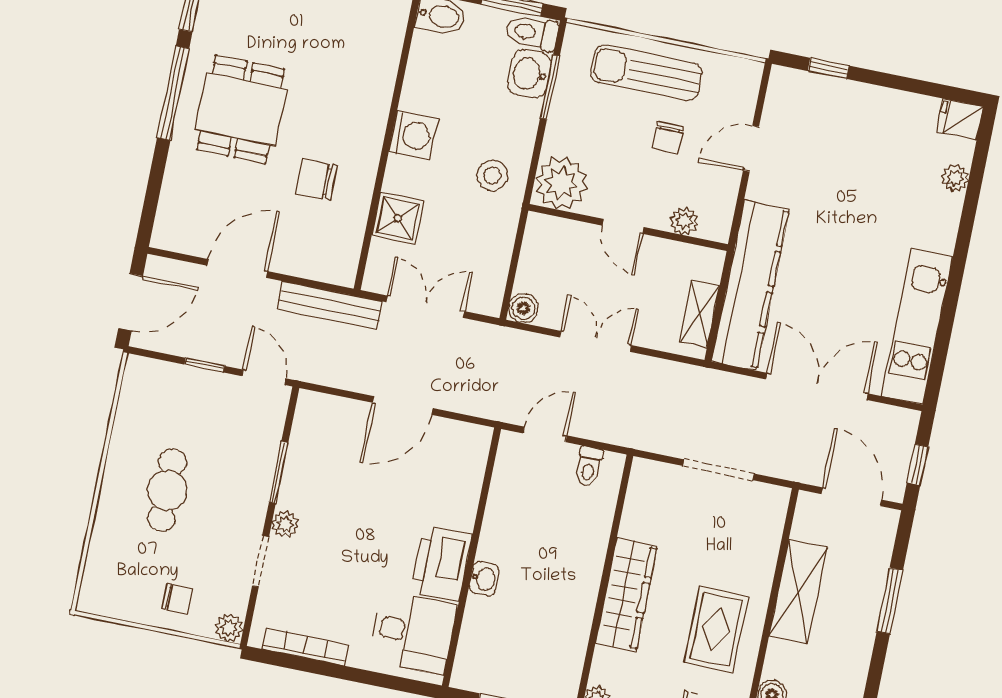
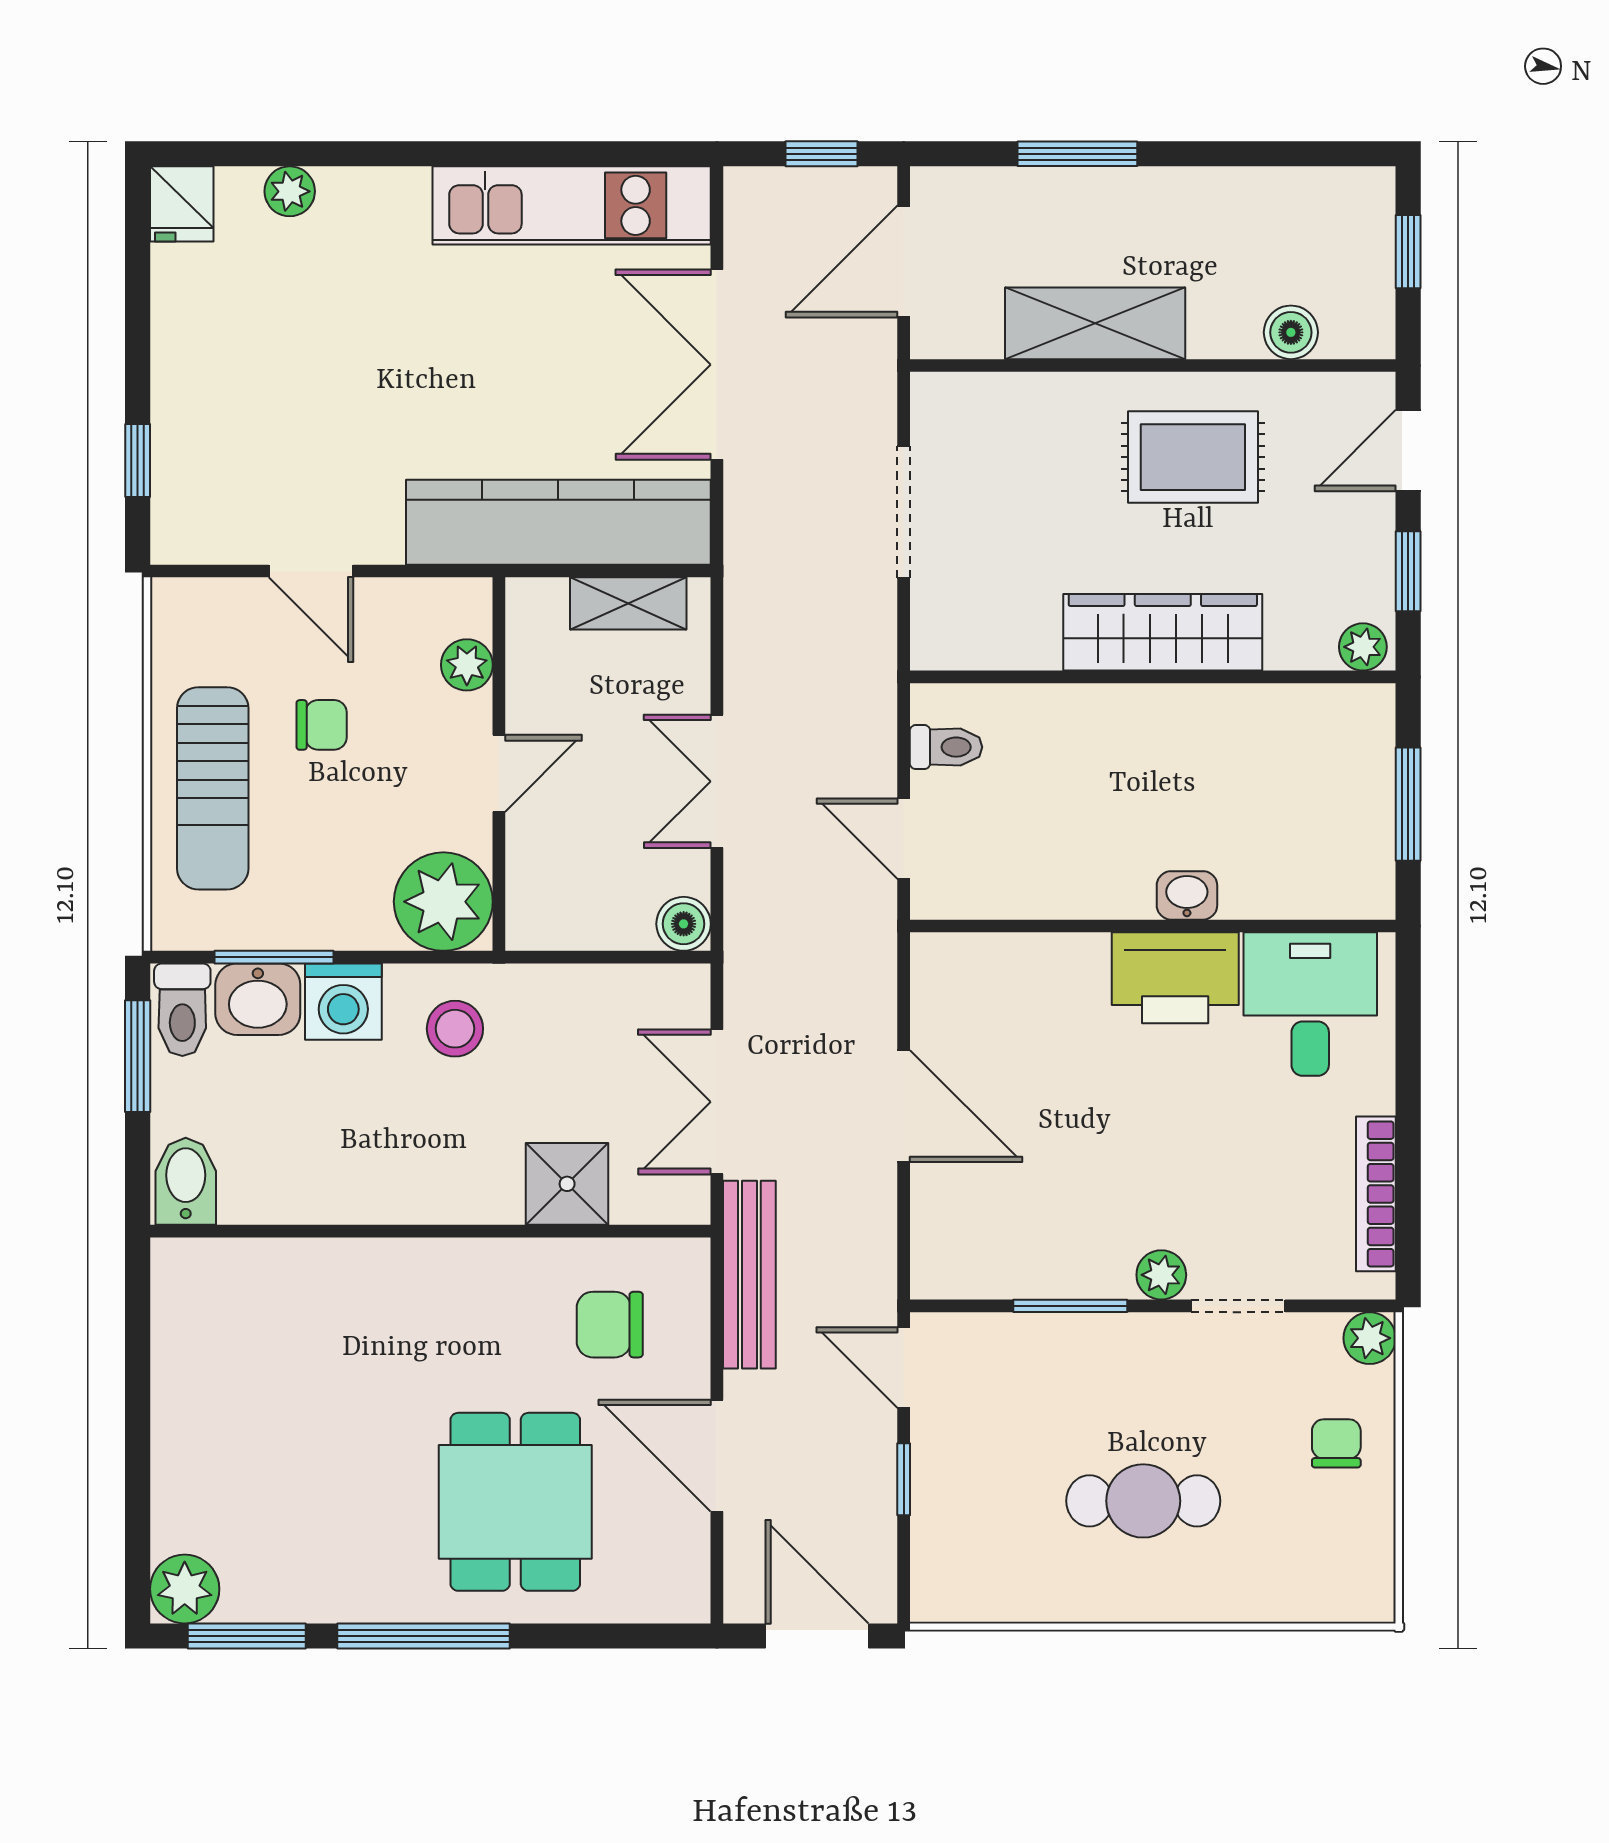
dining table: (241, 109) -> (515, 1502), moved, turned 90
washing machine: (413, 135) -> (343, 1002), moved, turned 180
chair: (316, 180) -> (610, 1325), moved, turned 90
door: (264, 377) -> (904, 1367), hinge flipped

